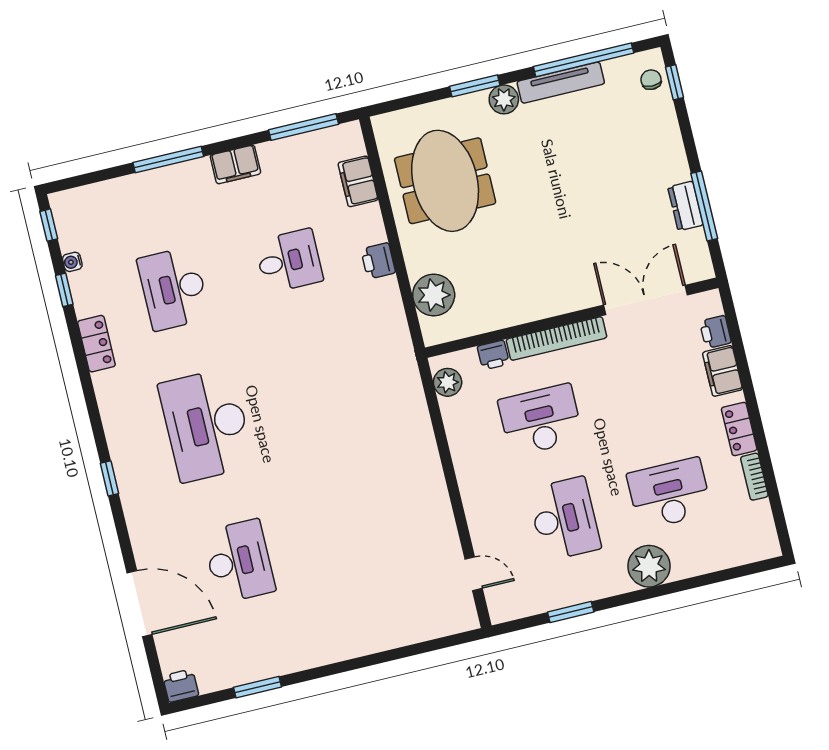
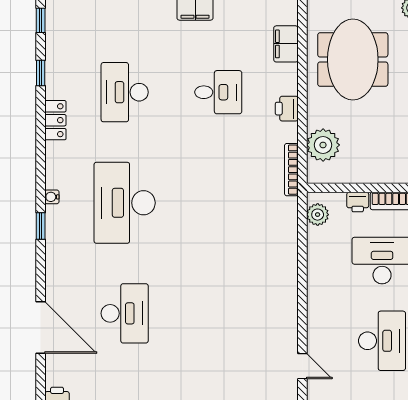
water cooler: (72, 262) -> (52, 197), moved
bookcase: (402, 335) -> (291, 170), added

